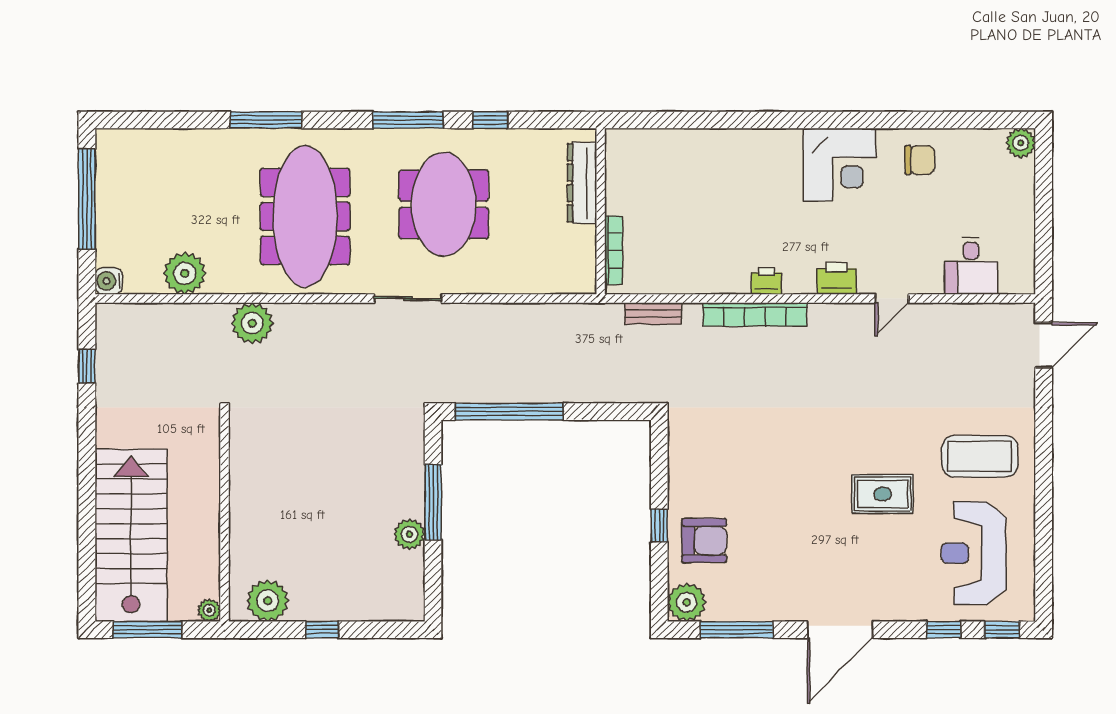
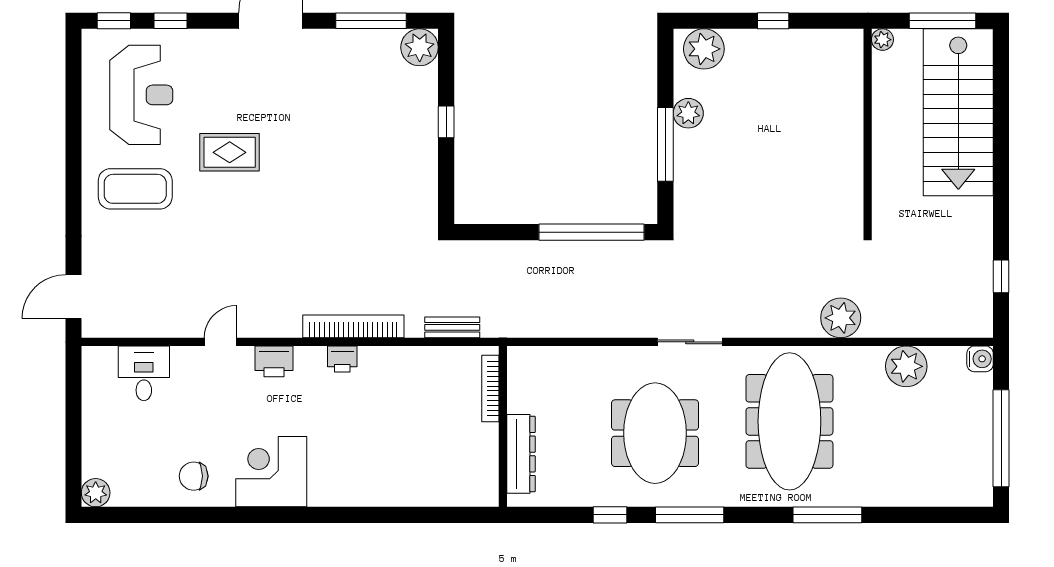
armchair: (704, 541) -> (402, 107), removed
plant: (268, 601) -> (704, 49), moved

